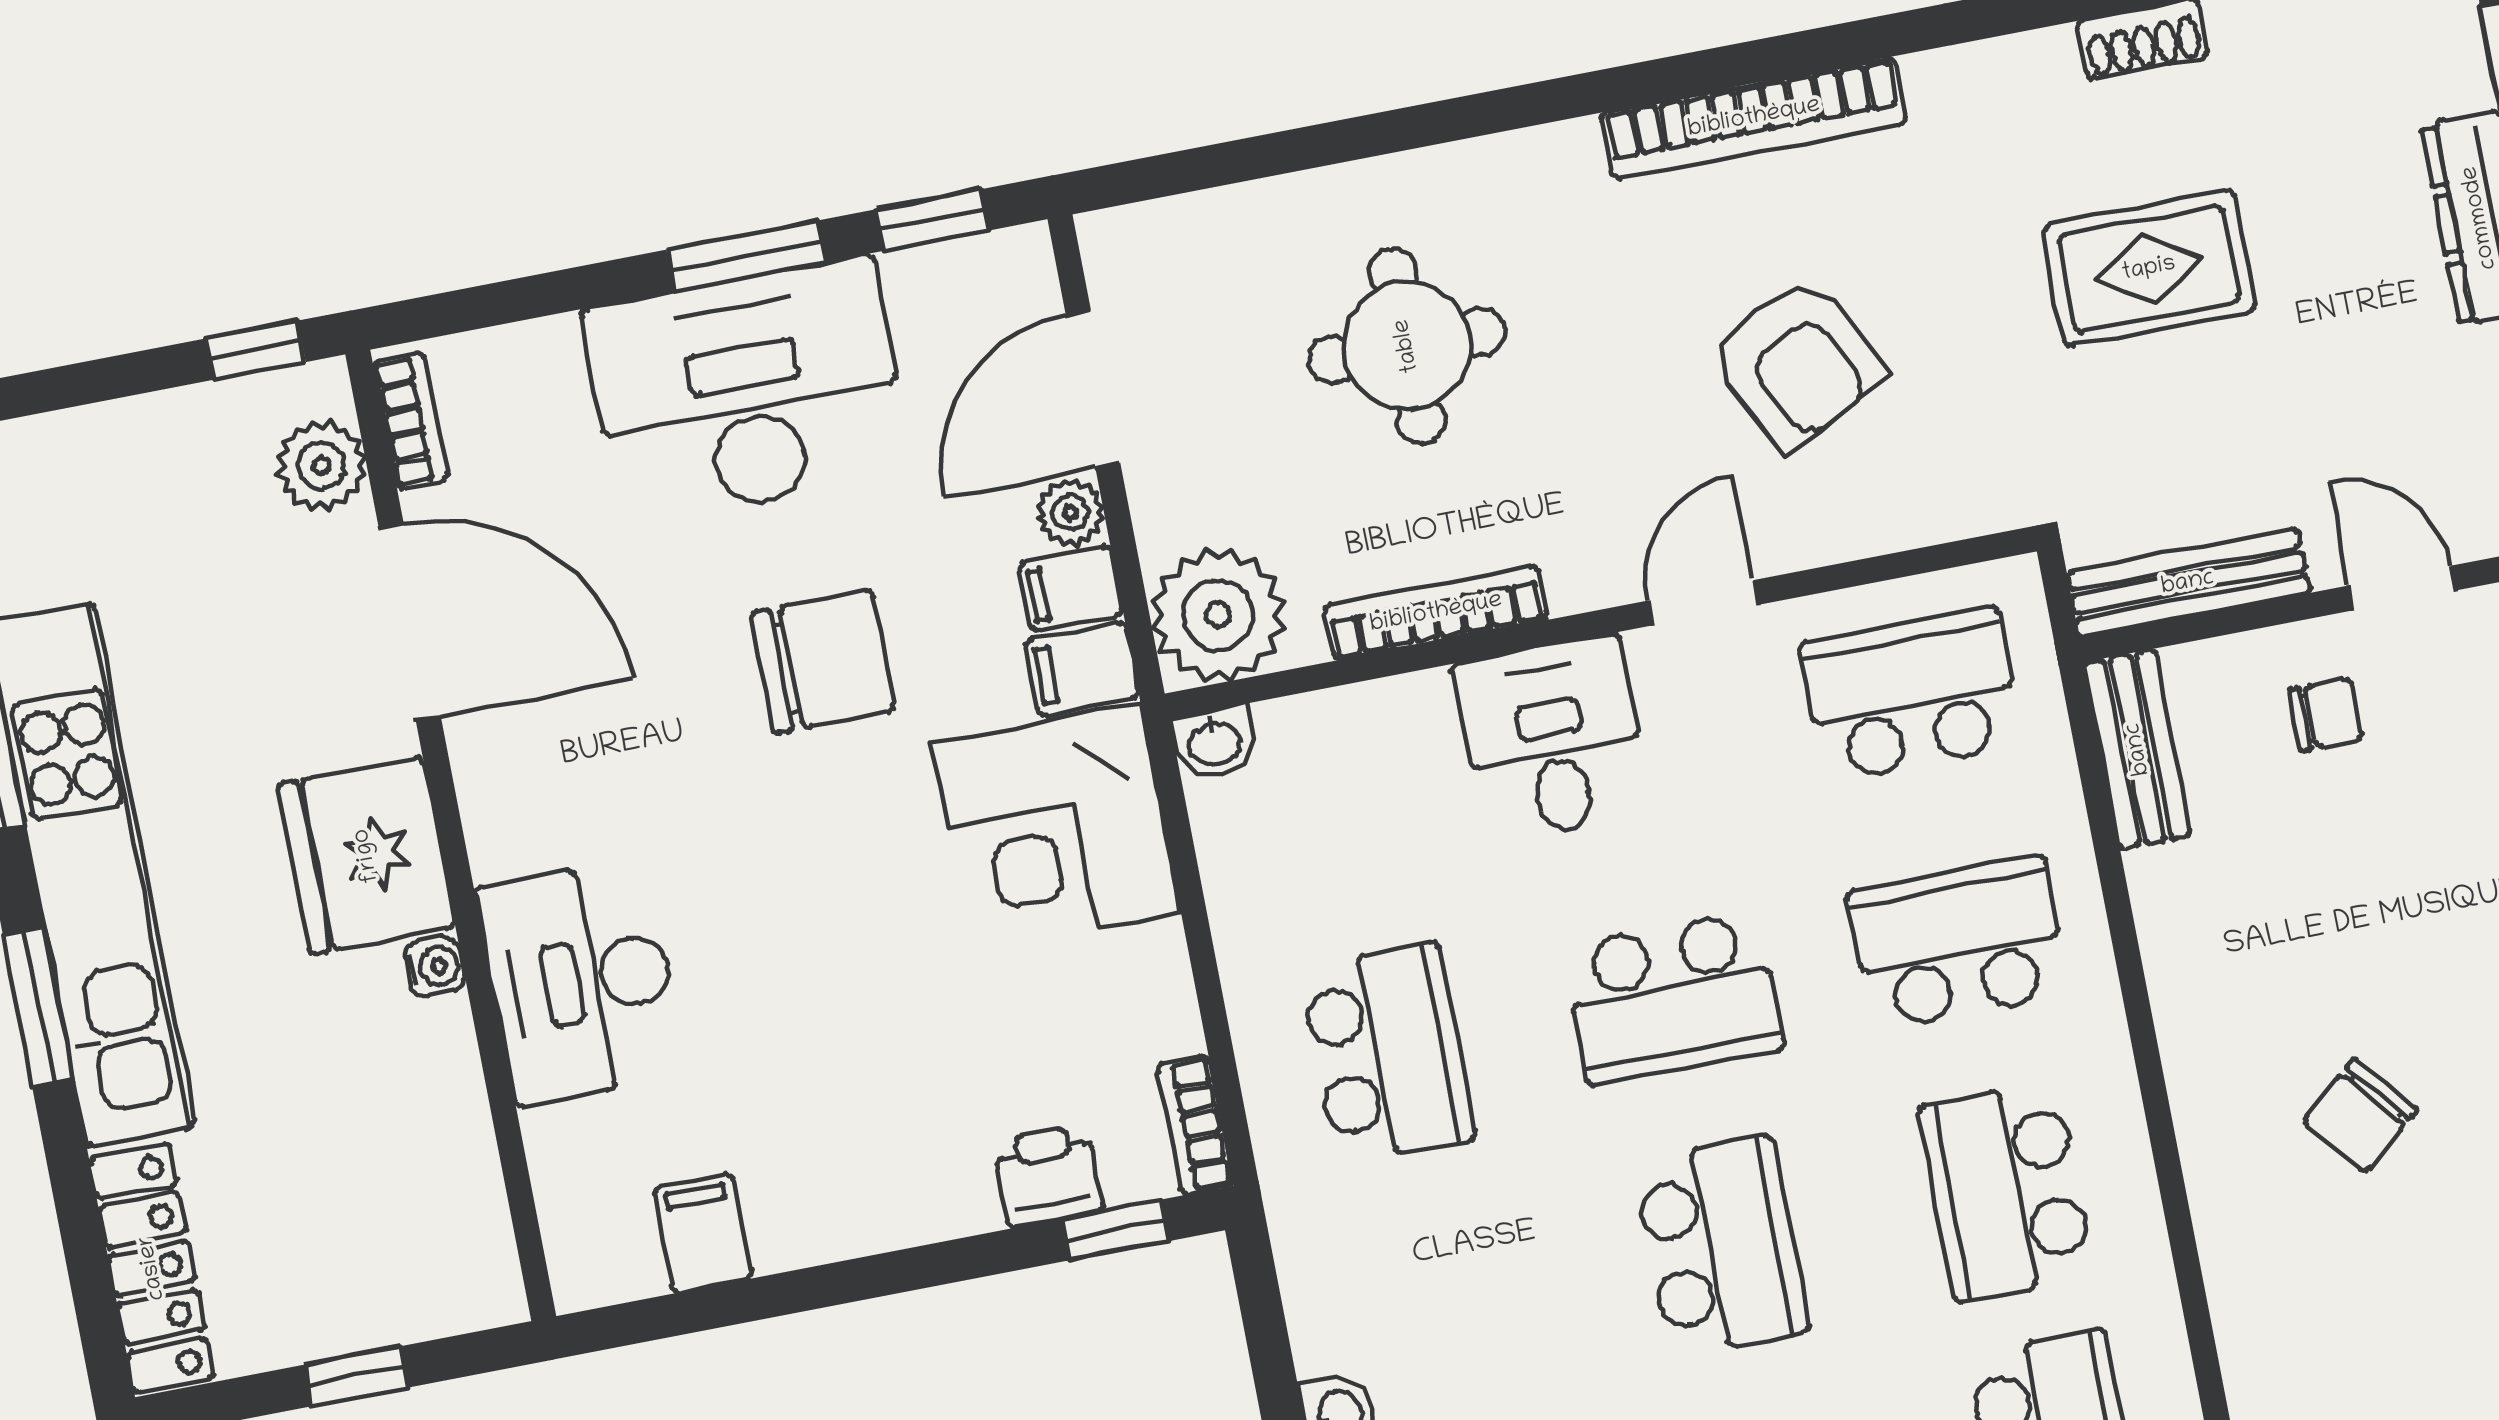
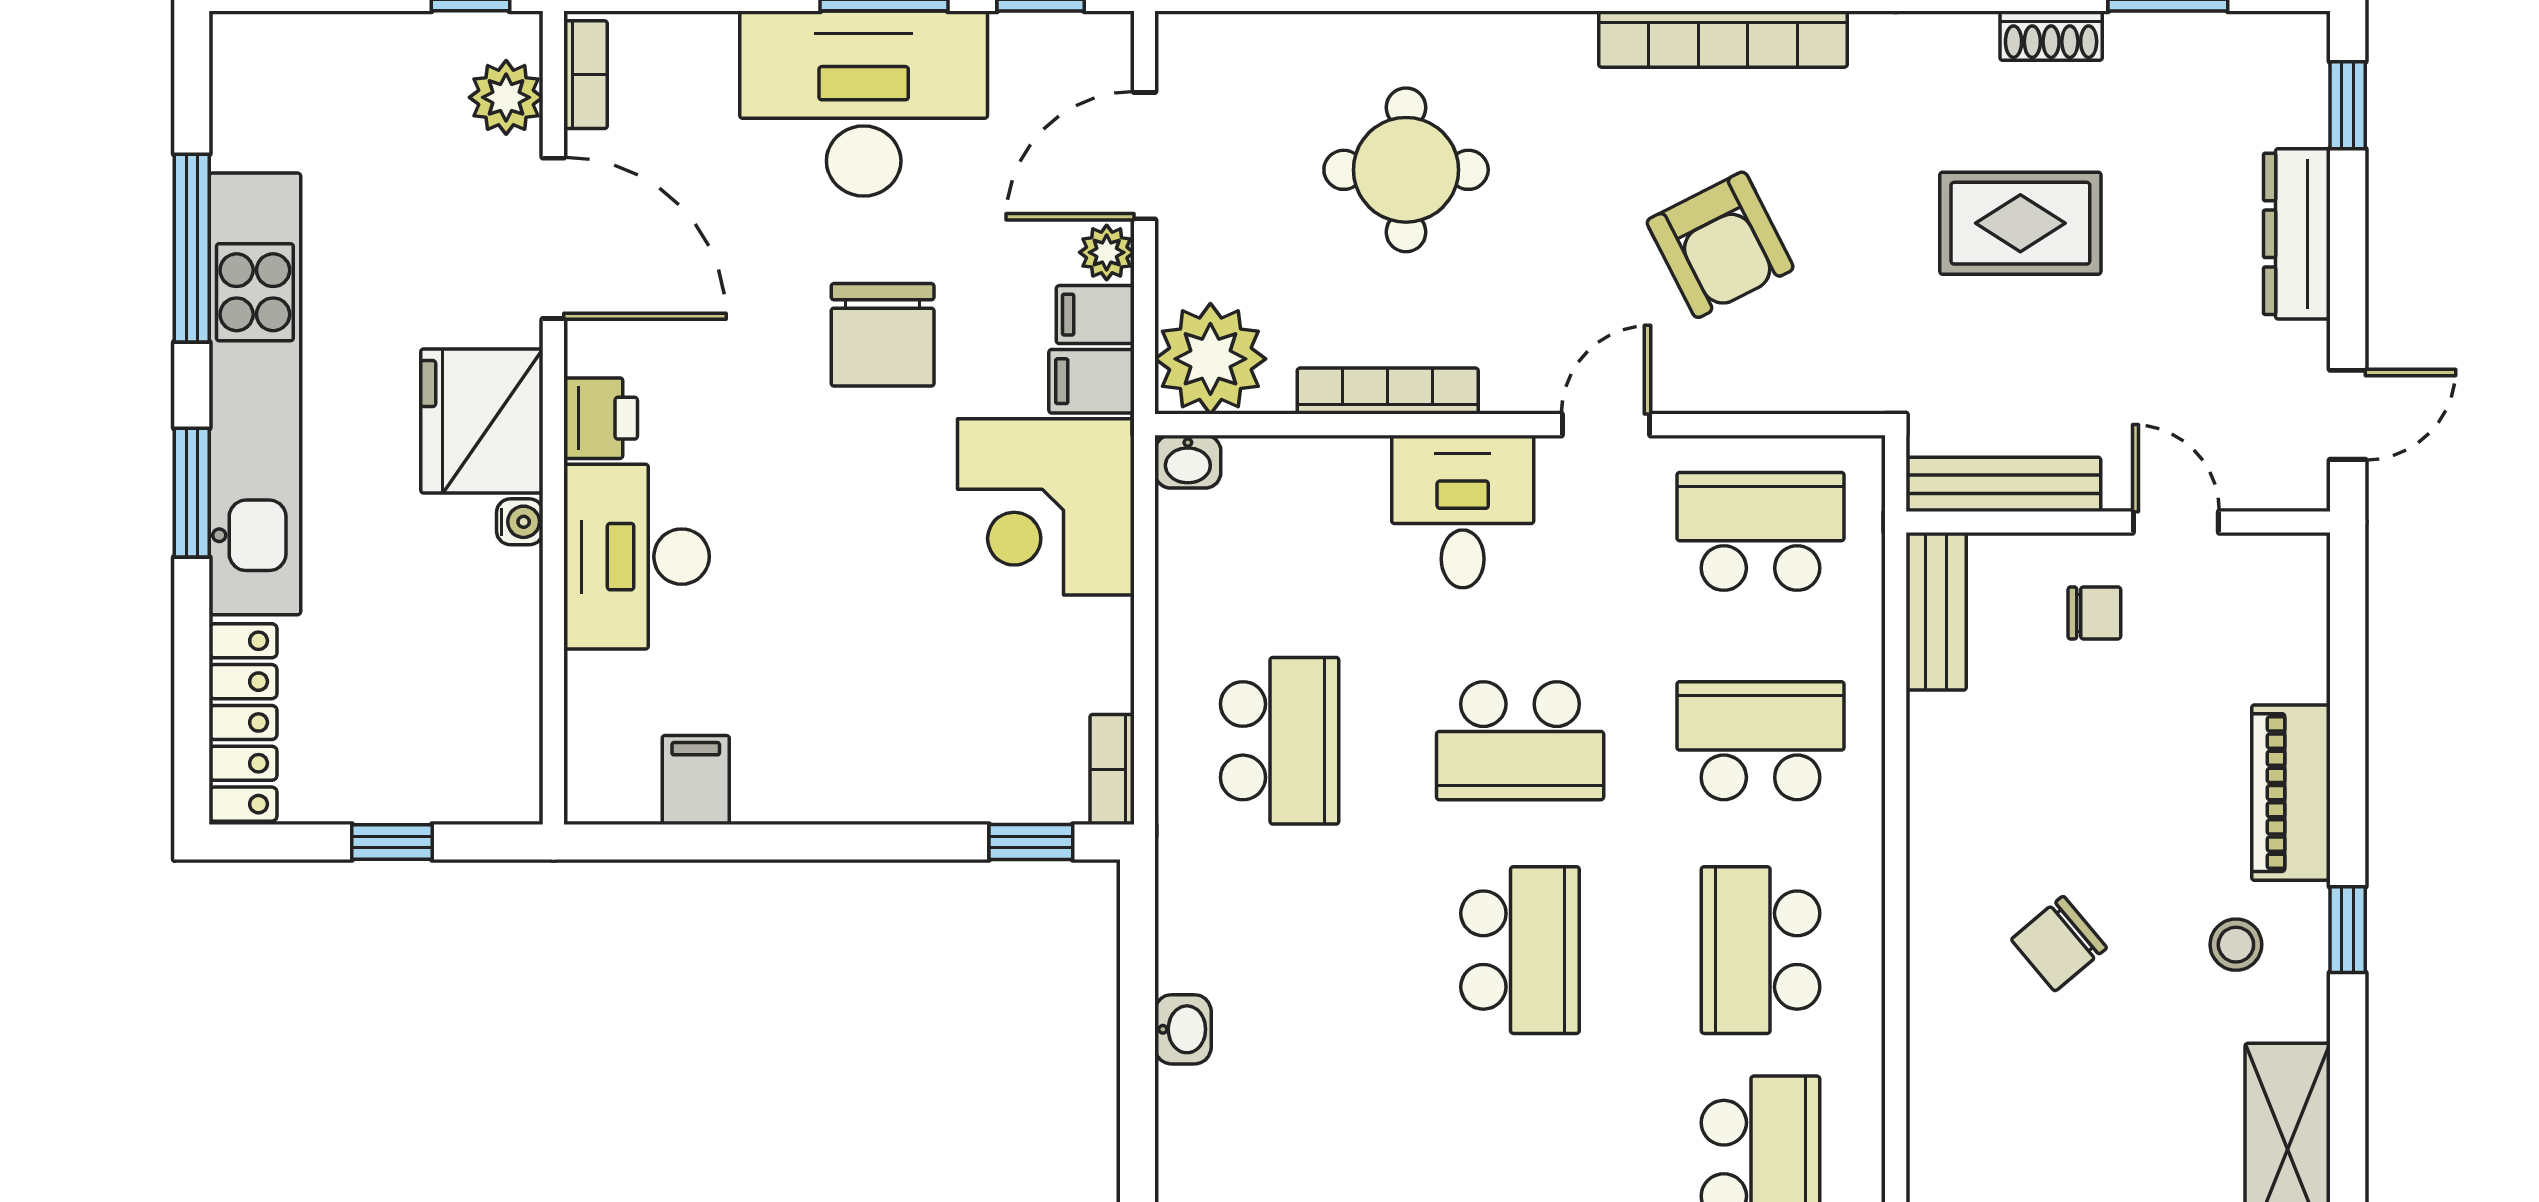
chair: (823, 661) -> (883, 335), turned 90
printer: (1048, 1176) -> (601, 418), moved, turned 90

